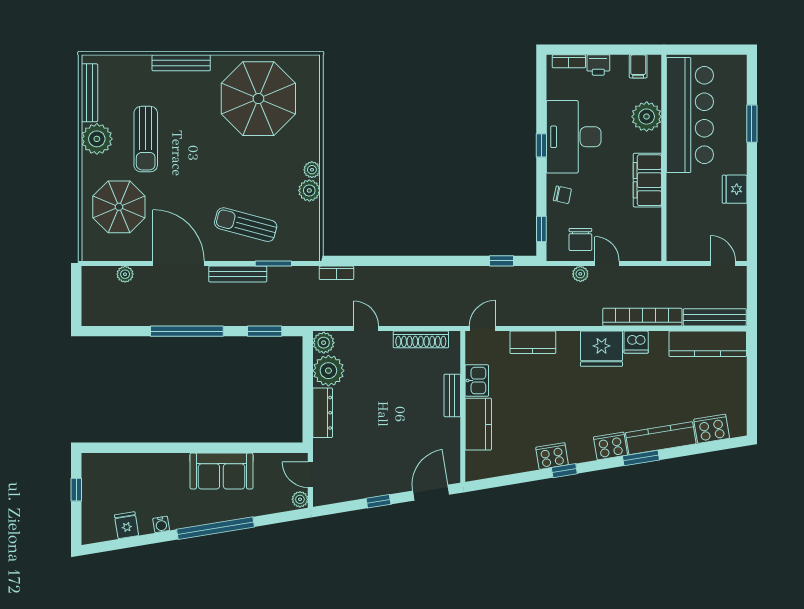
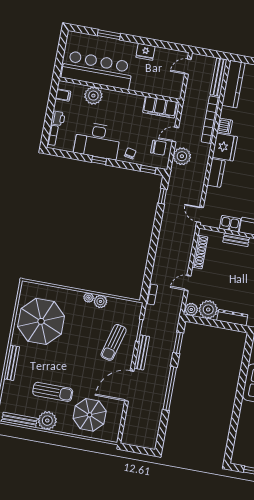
filing cabinet: (647, 180) -> (160, 107), moved
plant: (125, 274) -> (130, 419), removed
plant: (580, 274) -> (182, 156), width x1.87, depth x1.87
kitchen counter: (533, 342) -> (216, 173), moved

